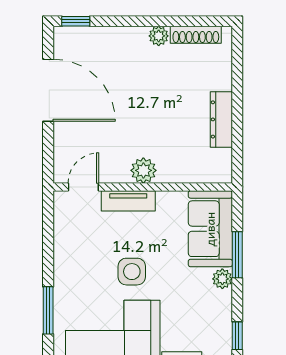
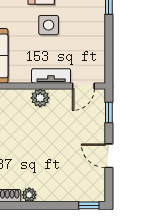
door: (48, 90) -> (109, 156), width x0.53
window: (48, 150) -> (109, 113), added

